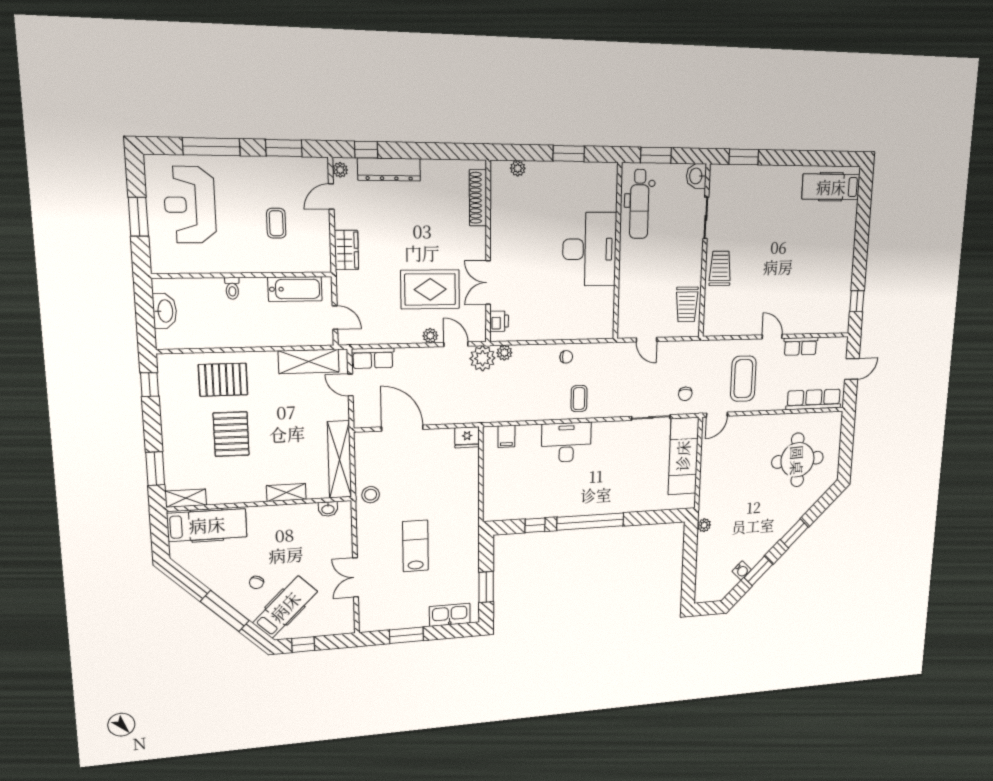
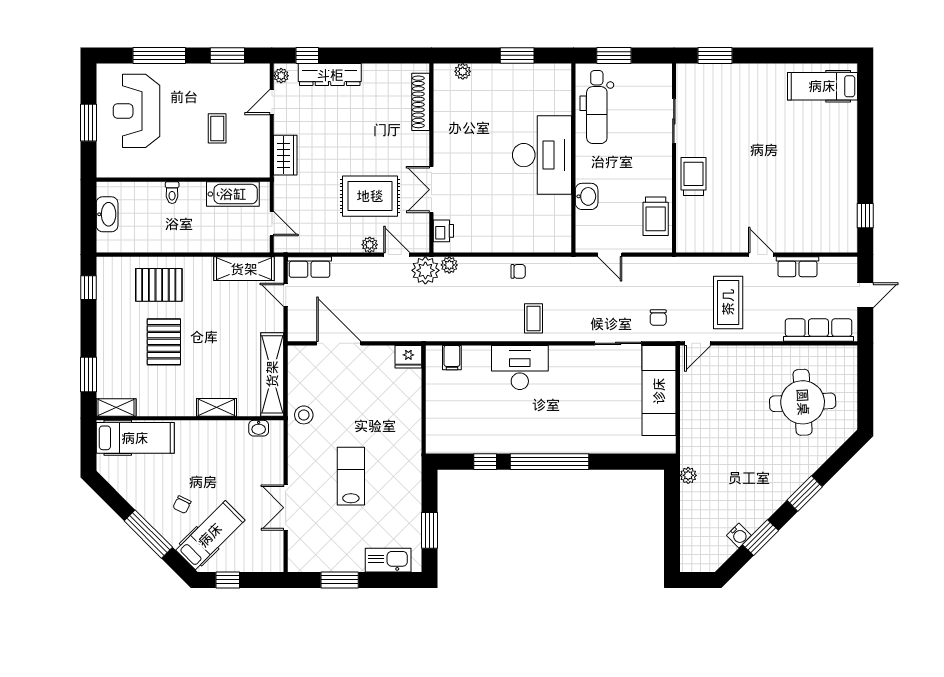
washbasin: (696, 176) -> (587, 196), moved, turned 180

